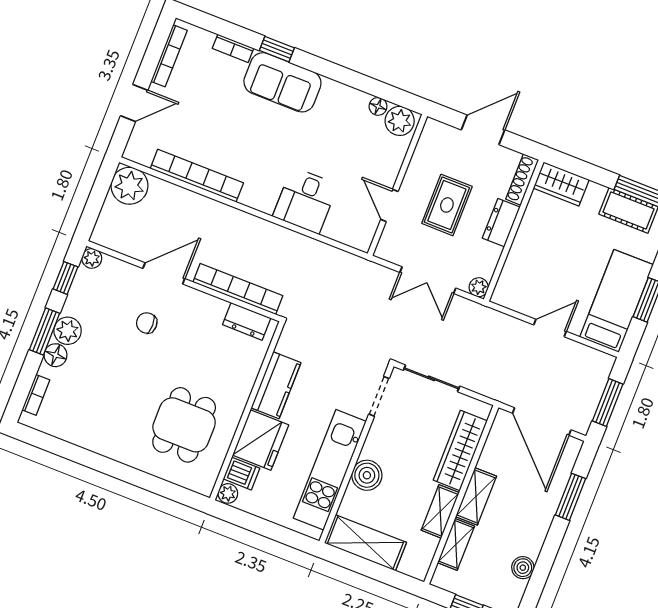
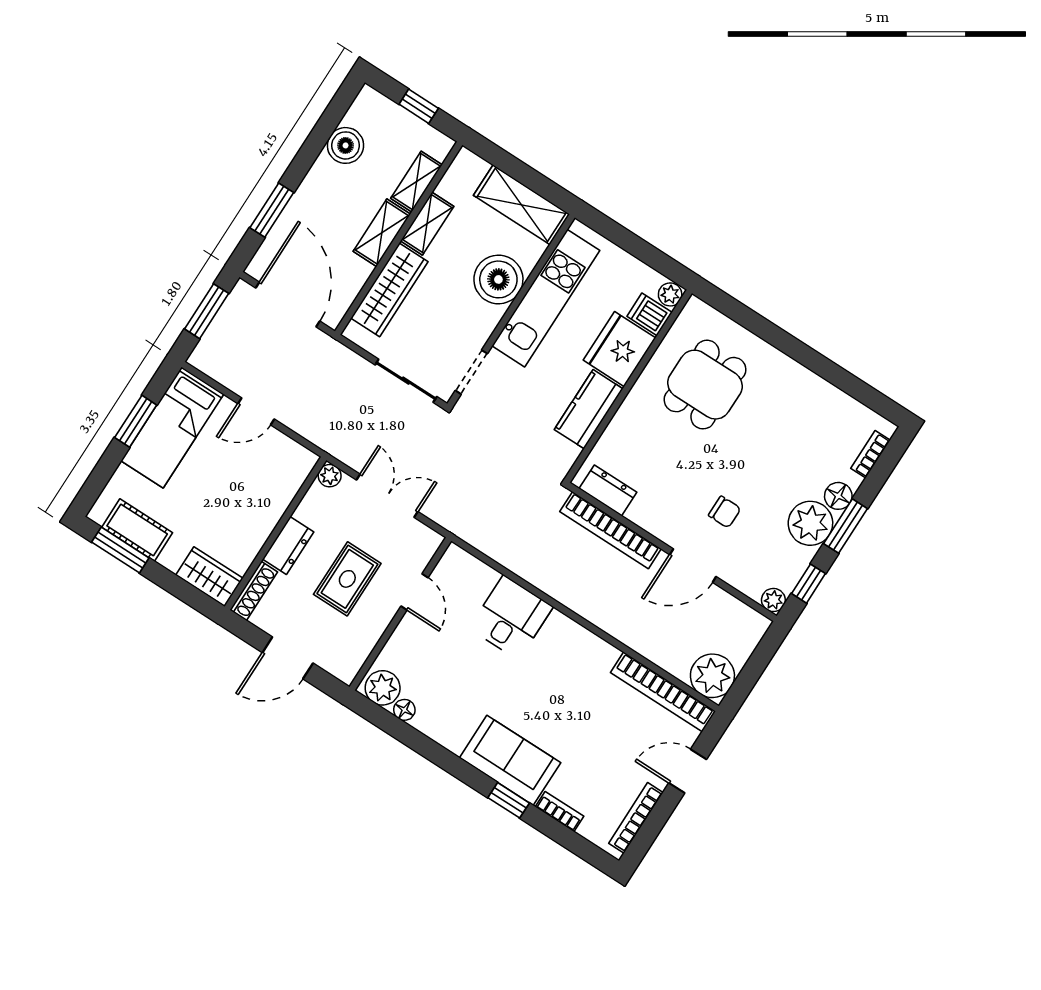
bookcase: (197, 176) -> (663, 692), moved
plant: (68, 331) -> (810, 523), width x1.36, depth x1.36
boiler: (367, 475) -> (498, 279), width x1.37, depth x1.37
boiler: (523, 568) -> (346, 145), width x1.36, depth x1.36

